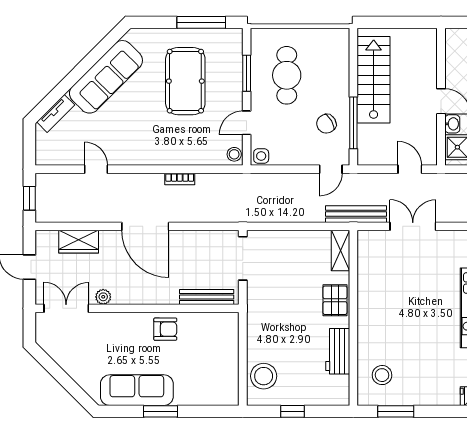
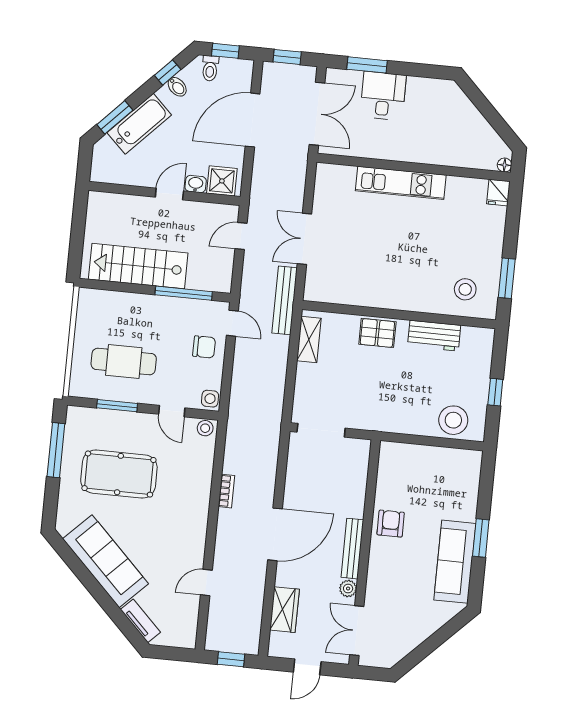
chair: (326, 124) -> (204, 347), moved, turned -60
shelving: (340, 251) -> (309, 340), moved, turned 90
bench: (207, 297) -> (352, 549), moved

